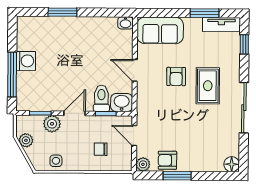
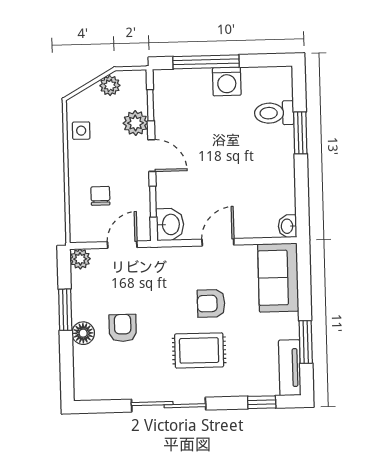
toilet: (101, 98) -> (274, 113), moved, turned 180
armchair: (167, 160) -> (123, 328), moved
floor lamp: (232, 164) -> (83, 333), moved

